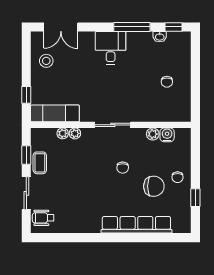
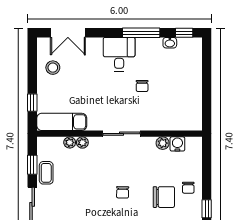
chair: (167, 82) -> (142, 86), moved
chair: (123, 168) -> (123, 192), moved

